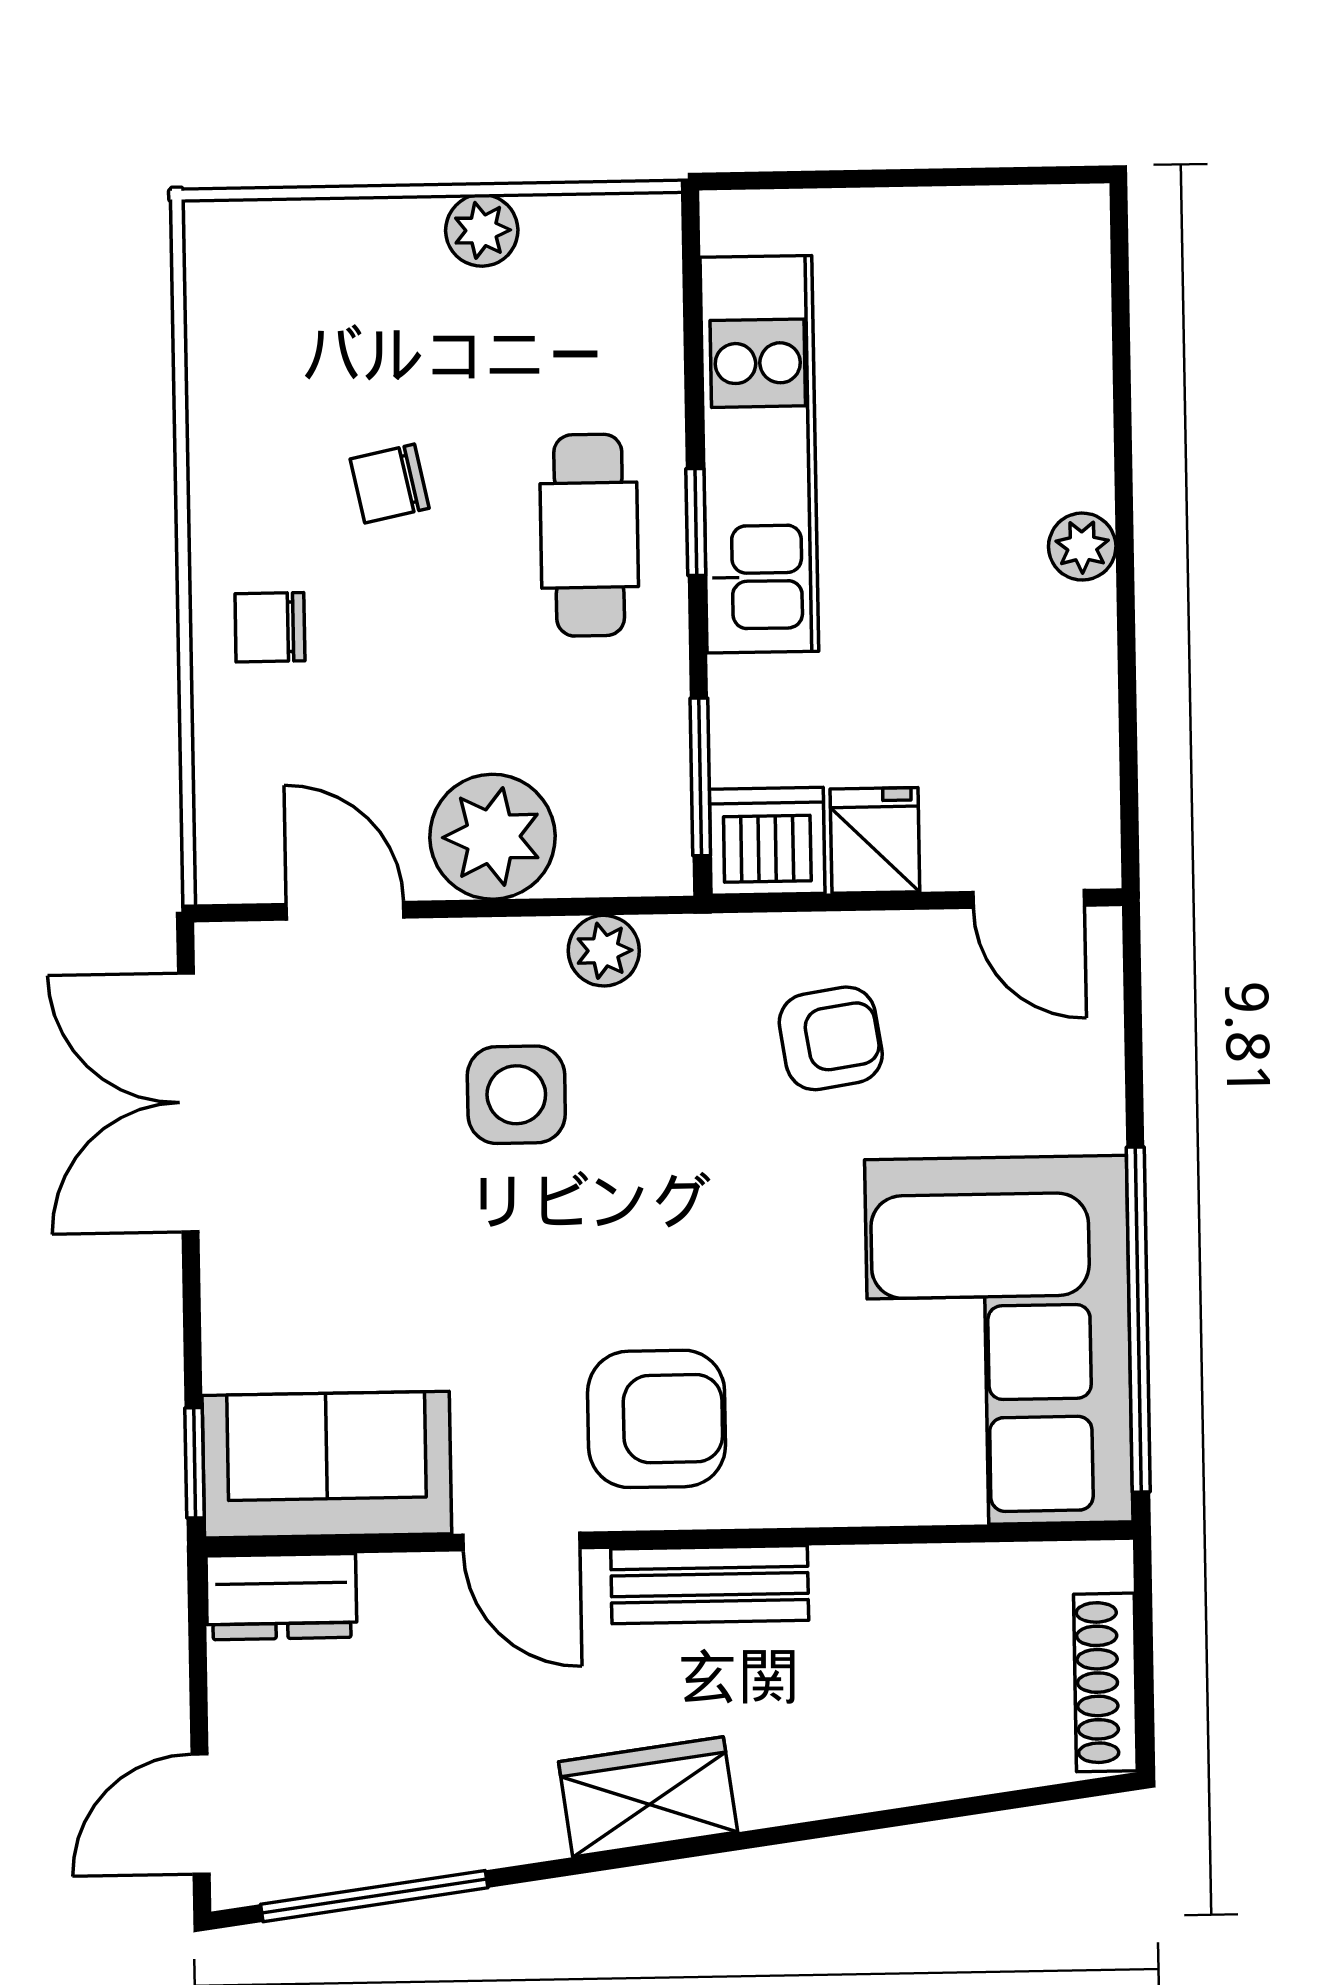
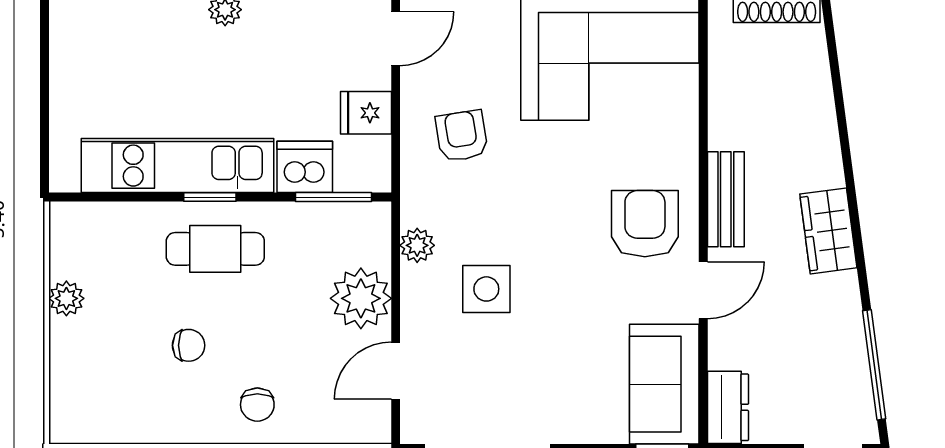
chair: (390, 484) -> (189, 345), turned -78
dishwasher: (767, 841) -> (305, 167), moved, turned 90

